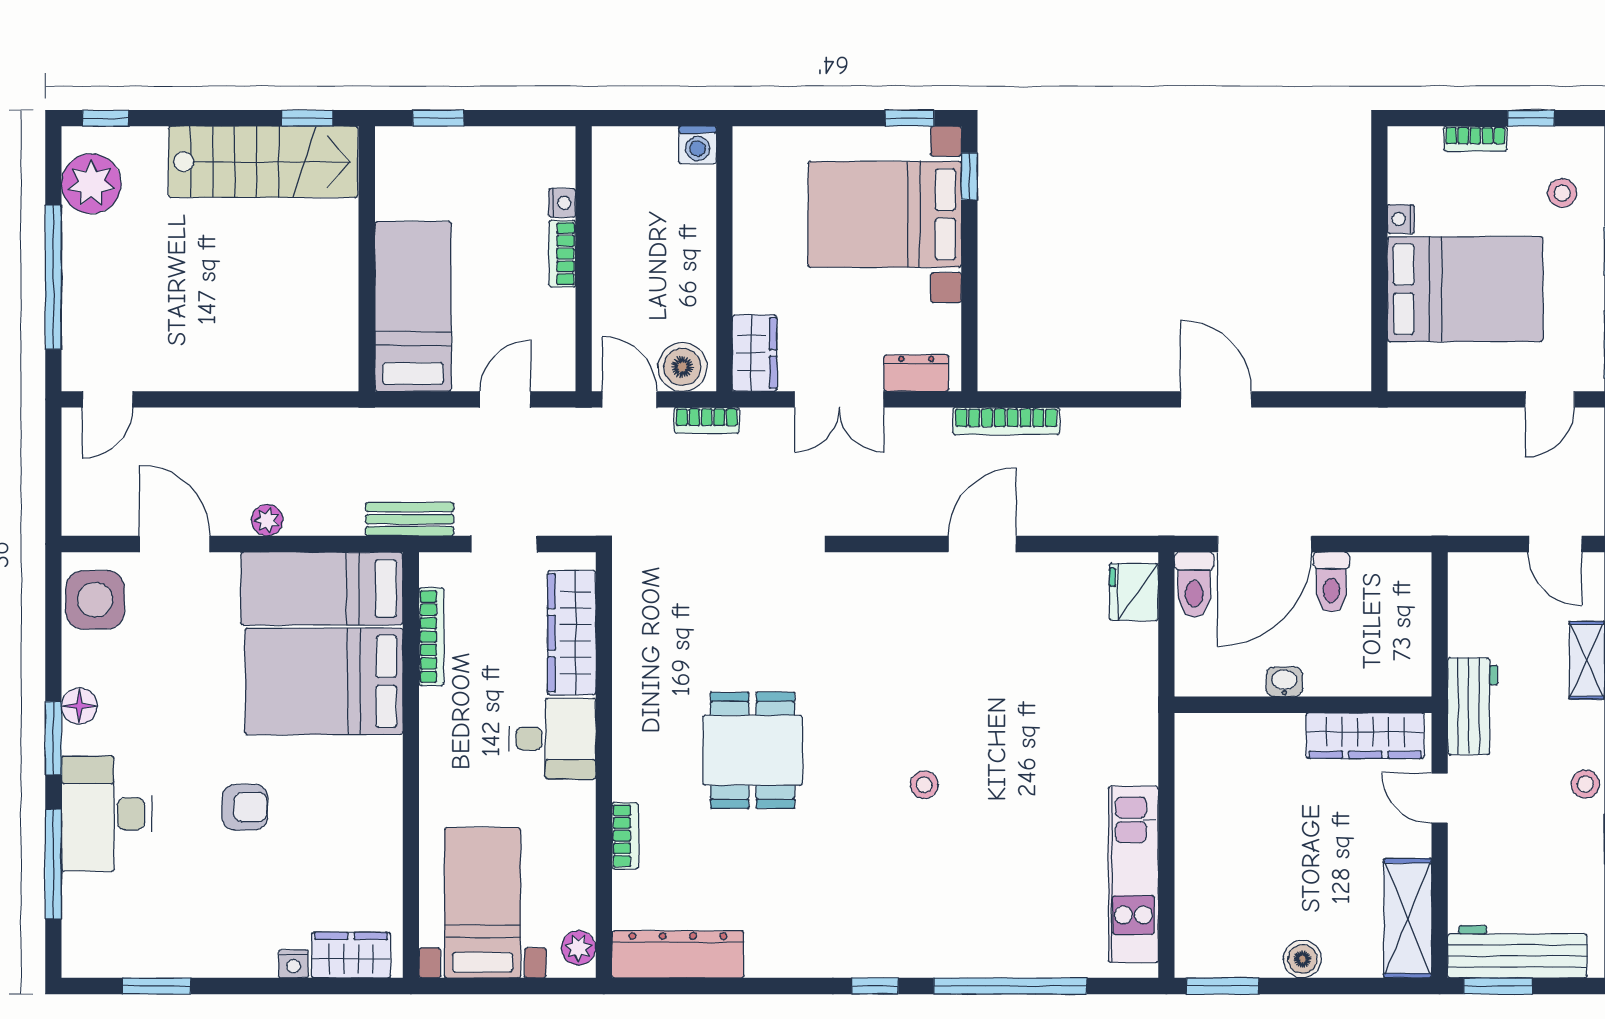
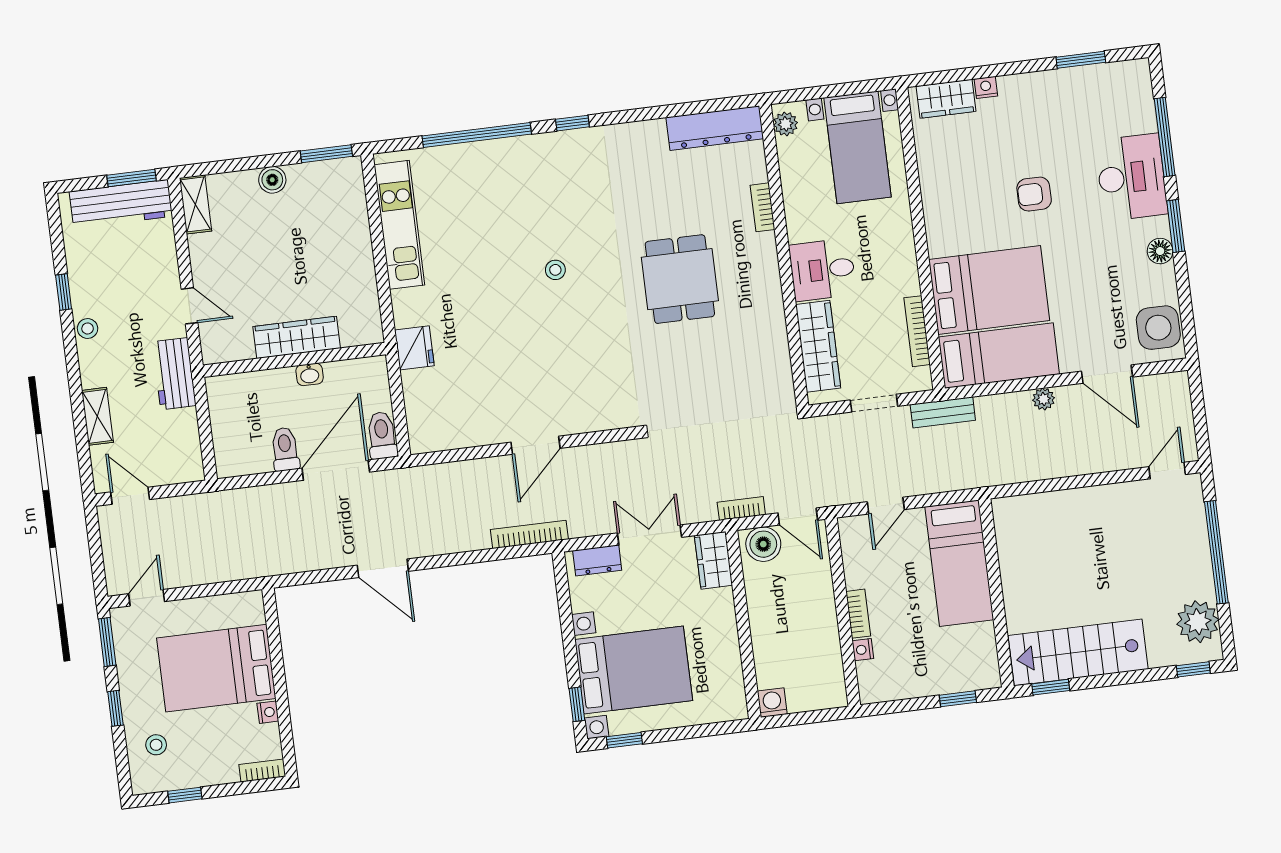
bookcase: (1475, 139) -> (262, 771), moved
fridge: (1134, 592) -> (414, 348), moved
wardrobe: (1365, 736) -> (297, 337), moved
shelving: (1408, 918) -> (196, 204), width x0.67, depth x0.75

